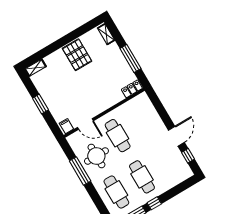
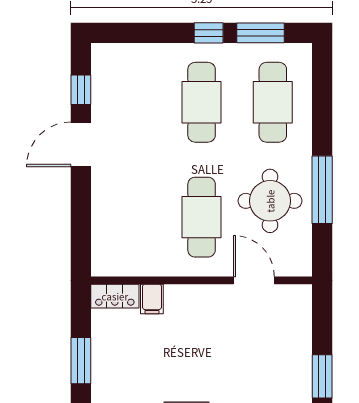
window: (130, 58) -> (81, 361), width x0.69
filing cabinet: (66, 126) -> (152, 299), moved

